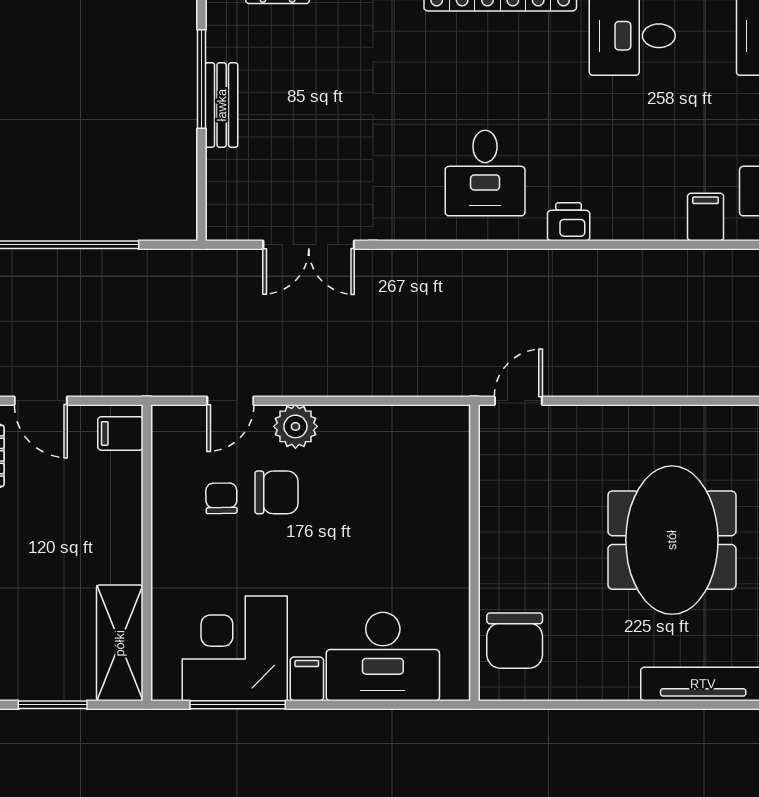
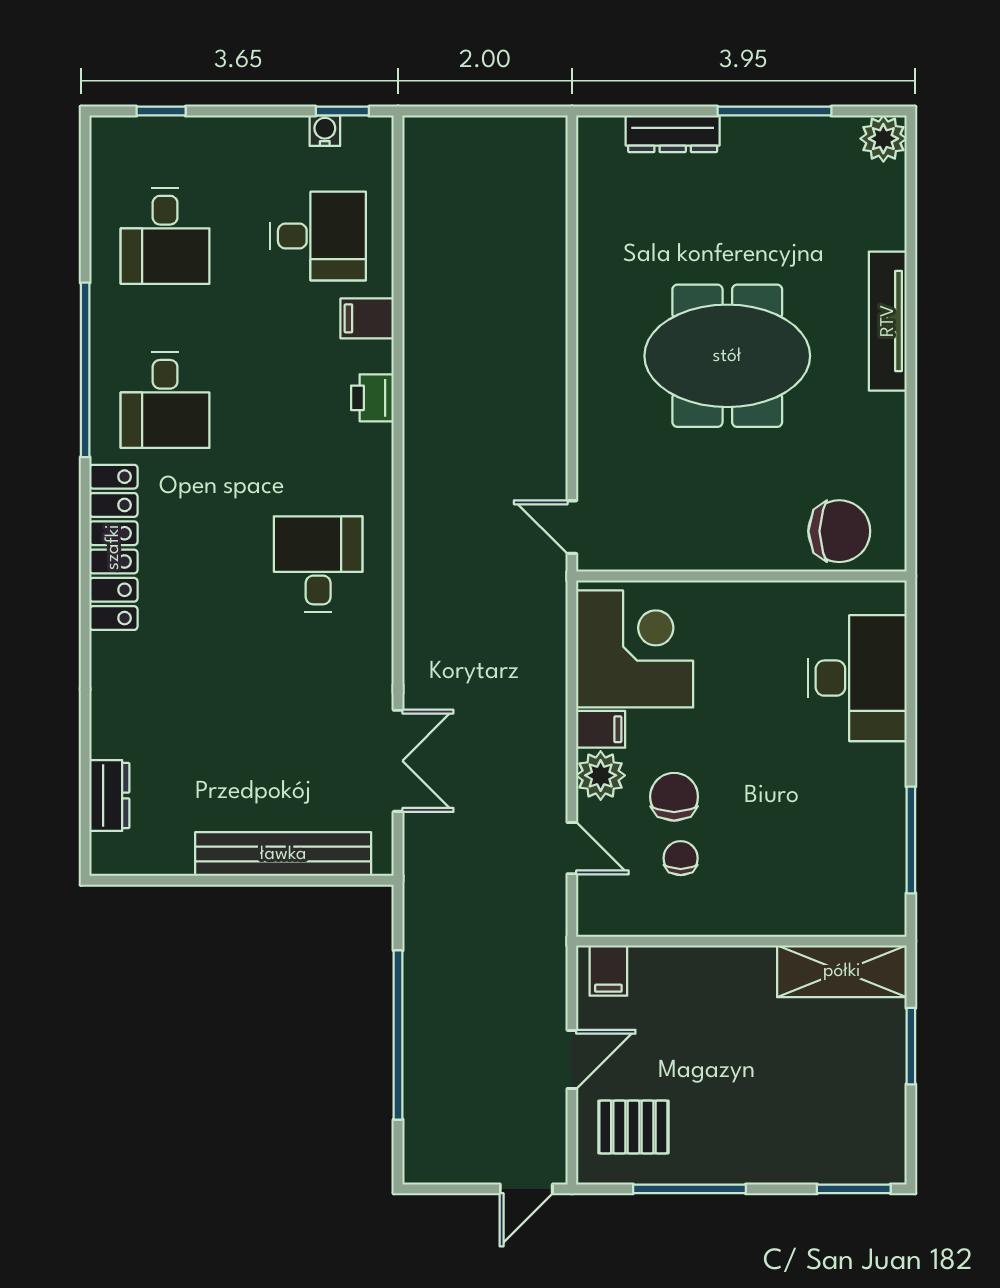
window: (201, 79) -> (213, 880), removed
bench: (222, 105) -> (283, 854), width x1.86, depth x1.21
desk: (485, 173) -> (318, 564), turned -90
printer: (569, 222) -> (372, 398), moved
chair: (221, 498) -> (681, 858), turned 91
corner desk: (235, 648) -> (635, 649), moved, turned 180
filing cabinet: (307, 679) -> (601, 729), moved, turned 180

